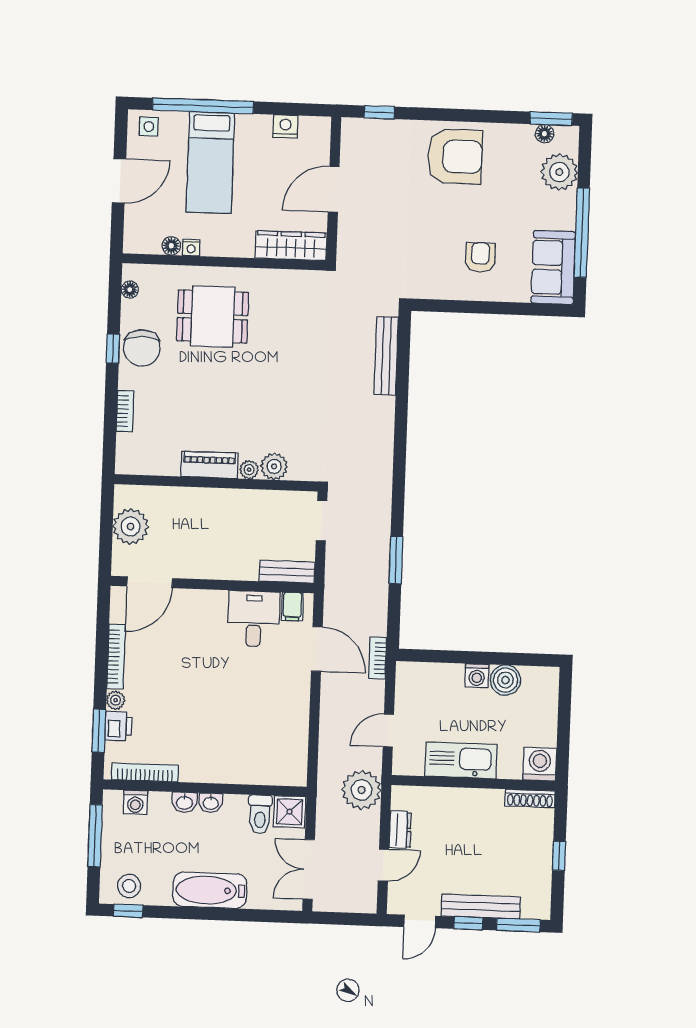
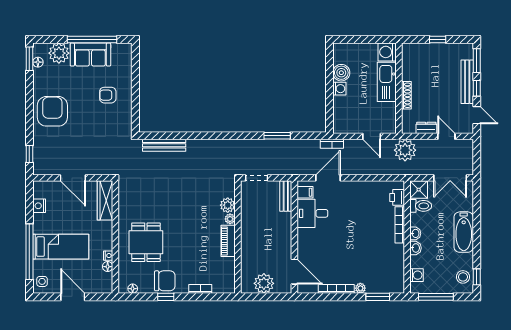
sofa: (553, 267) -> (90, 55), moved
printer: (118, 726) -> (397, 197), moved, turned -90
kitchen sink: (461, 760) -> (387, 82), moved
bookcase: (145, 772) -> (400, 225), moved
shoe rack: (530, 799) -> (406, 95), moved

